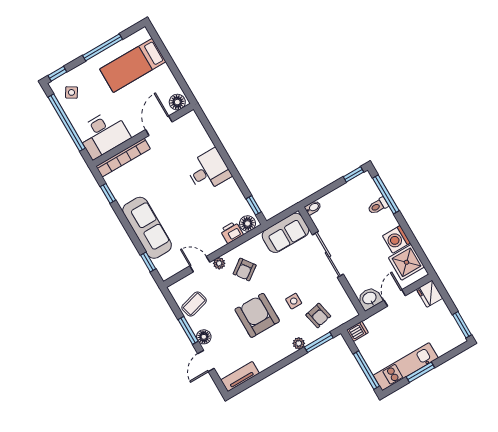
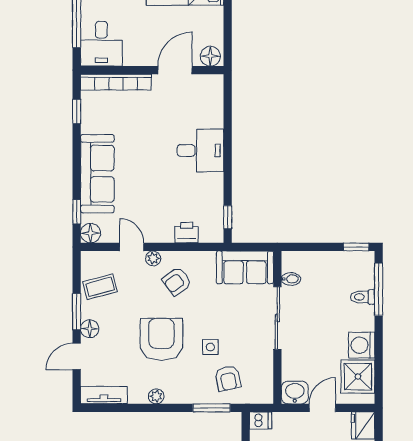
desk: (103, 134) -> (101, 44), width x0.73
bidet: (313, 208) -> (291, 279), moved
floor lamp: (248, 224) -> (91, 233), moved
plant: (299, 343) -> (156, 396), moved

